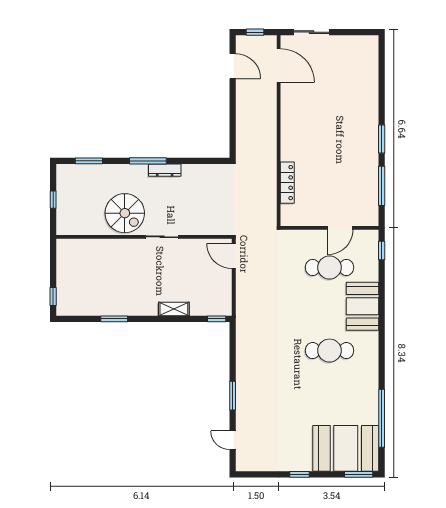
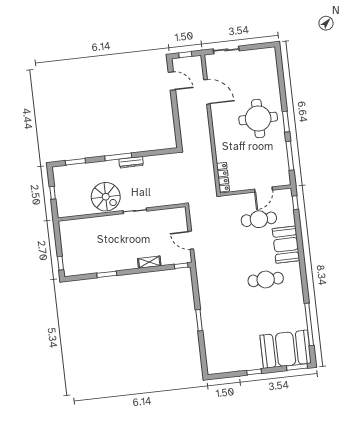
door: (279, 66) -> (207, 92), moved
round table: (344, 130) -> (258, 119), added
locker: (287, 183) -> (223, 177), moved
door: (234, 256) -> (191, 240), moved
door: (233, 440) -> (203, 353), removed

